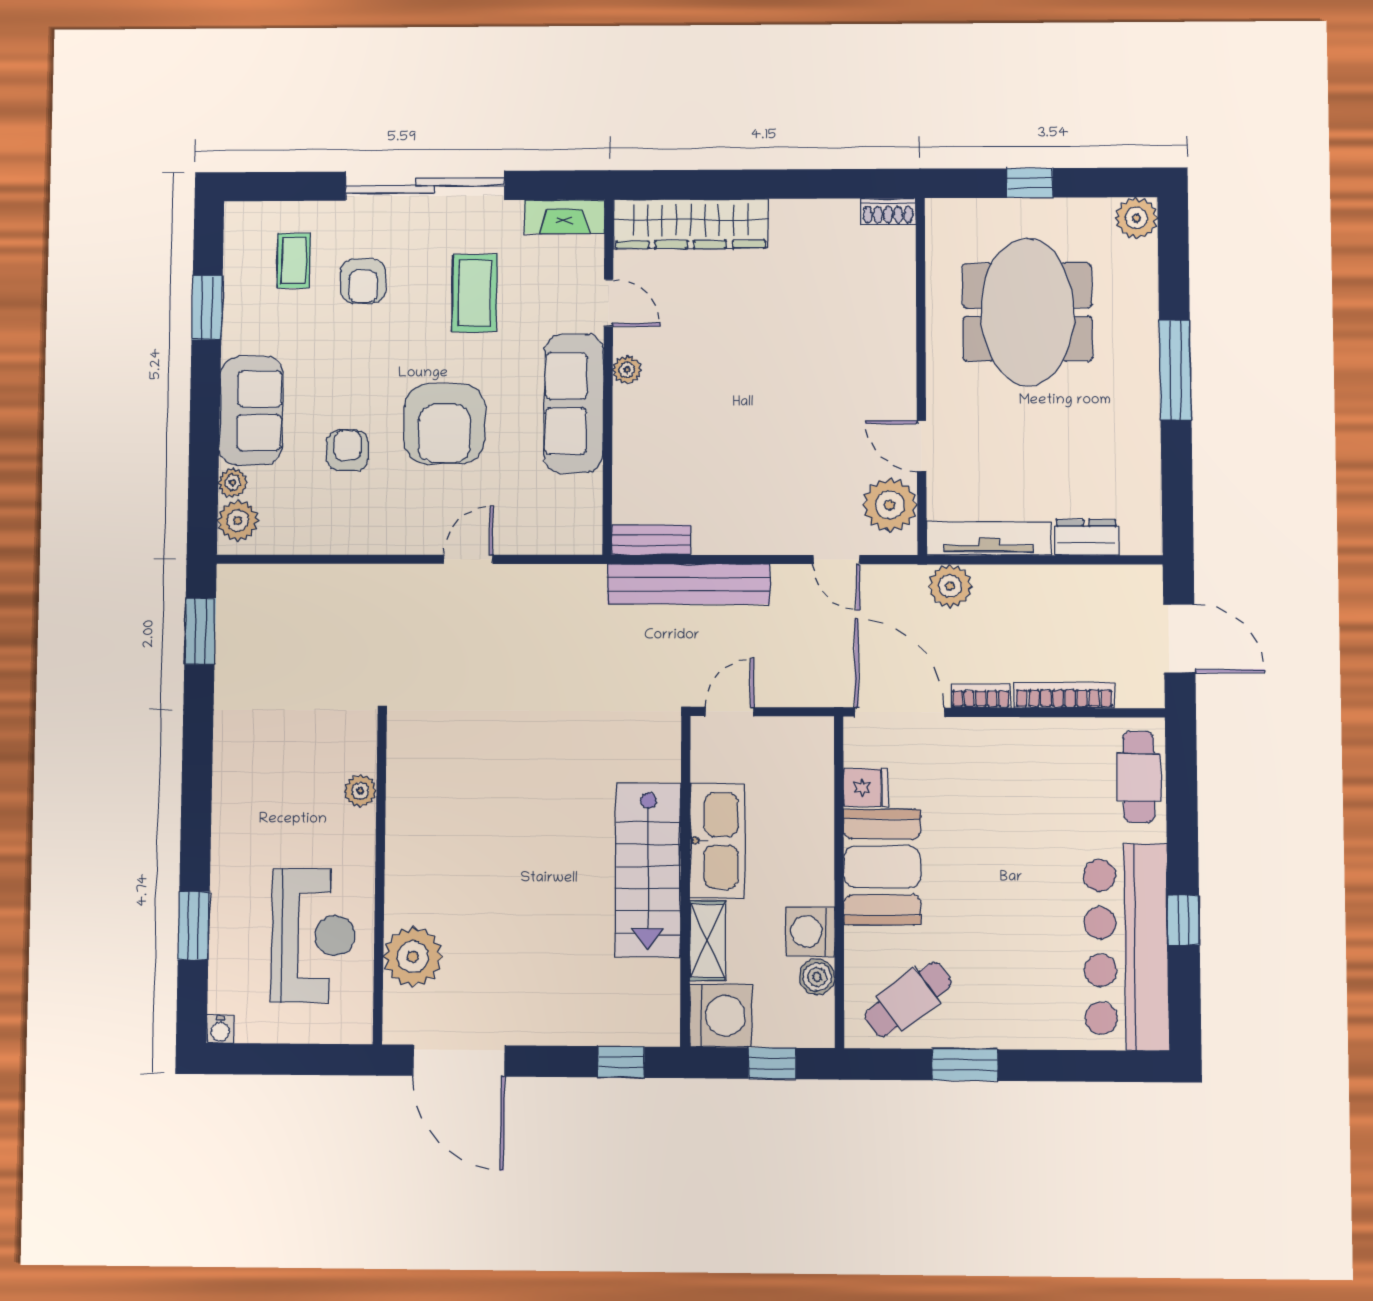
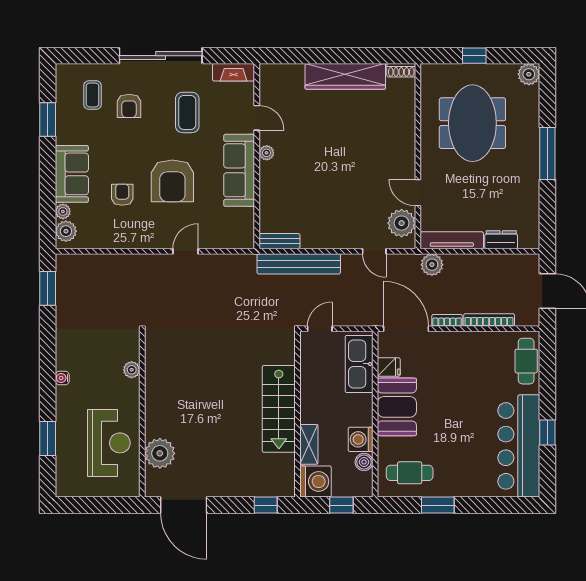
wardrobe: (691, 224) -> (345, 76), moved
kitchen sink: (717, 841) -> (359, 364), moved, turned 180
cafe table: (908, 999) -> (410, 473), turned 37
water cooler: (220, 1029) -> (62, 378), moved, turned 90

